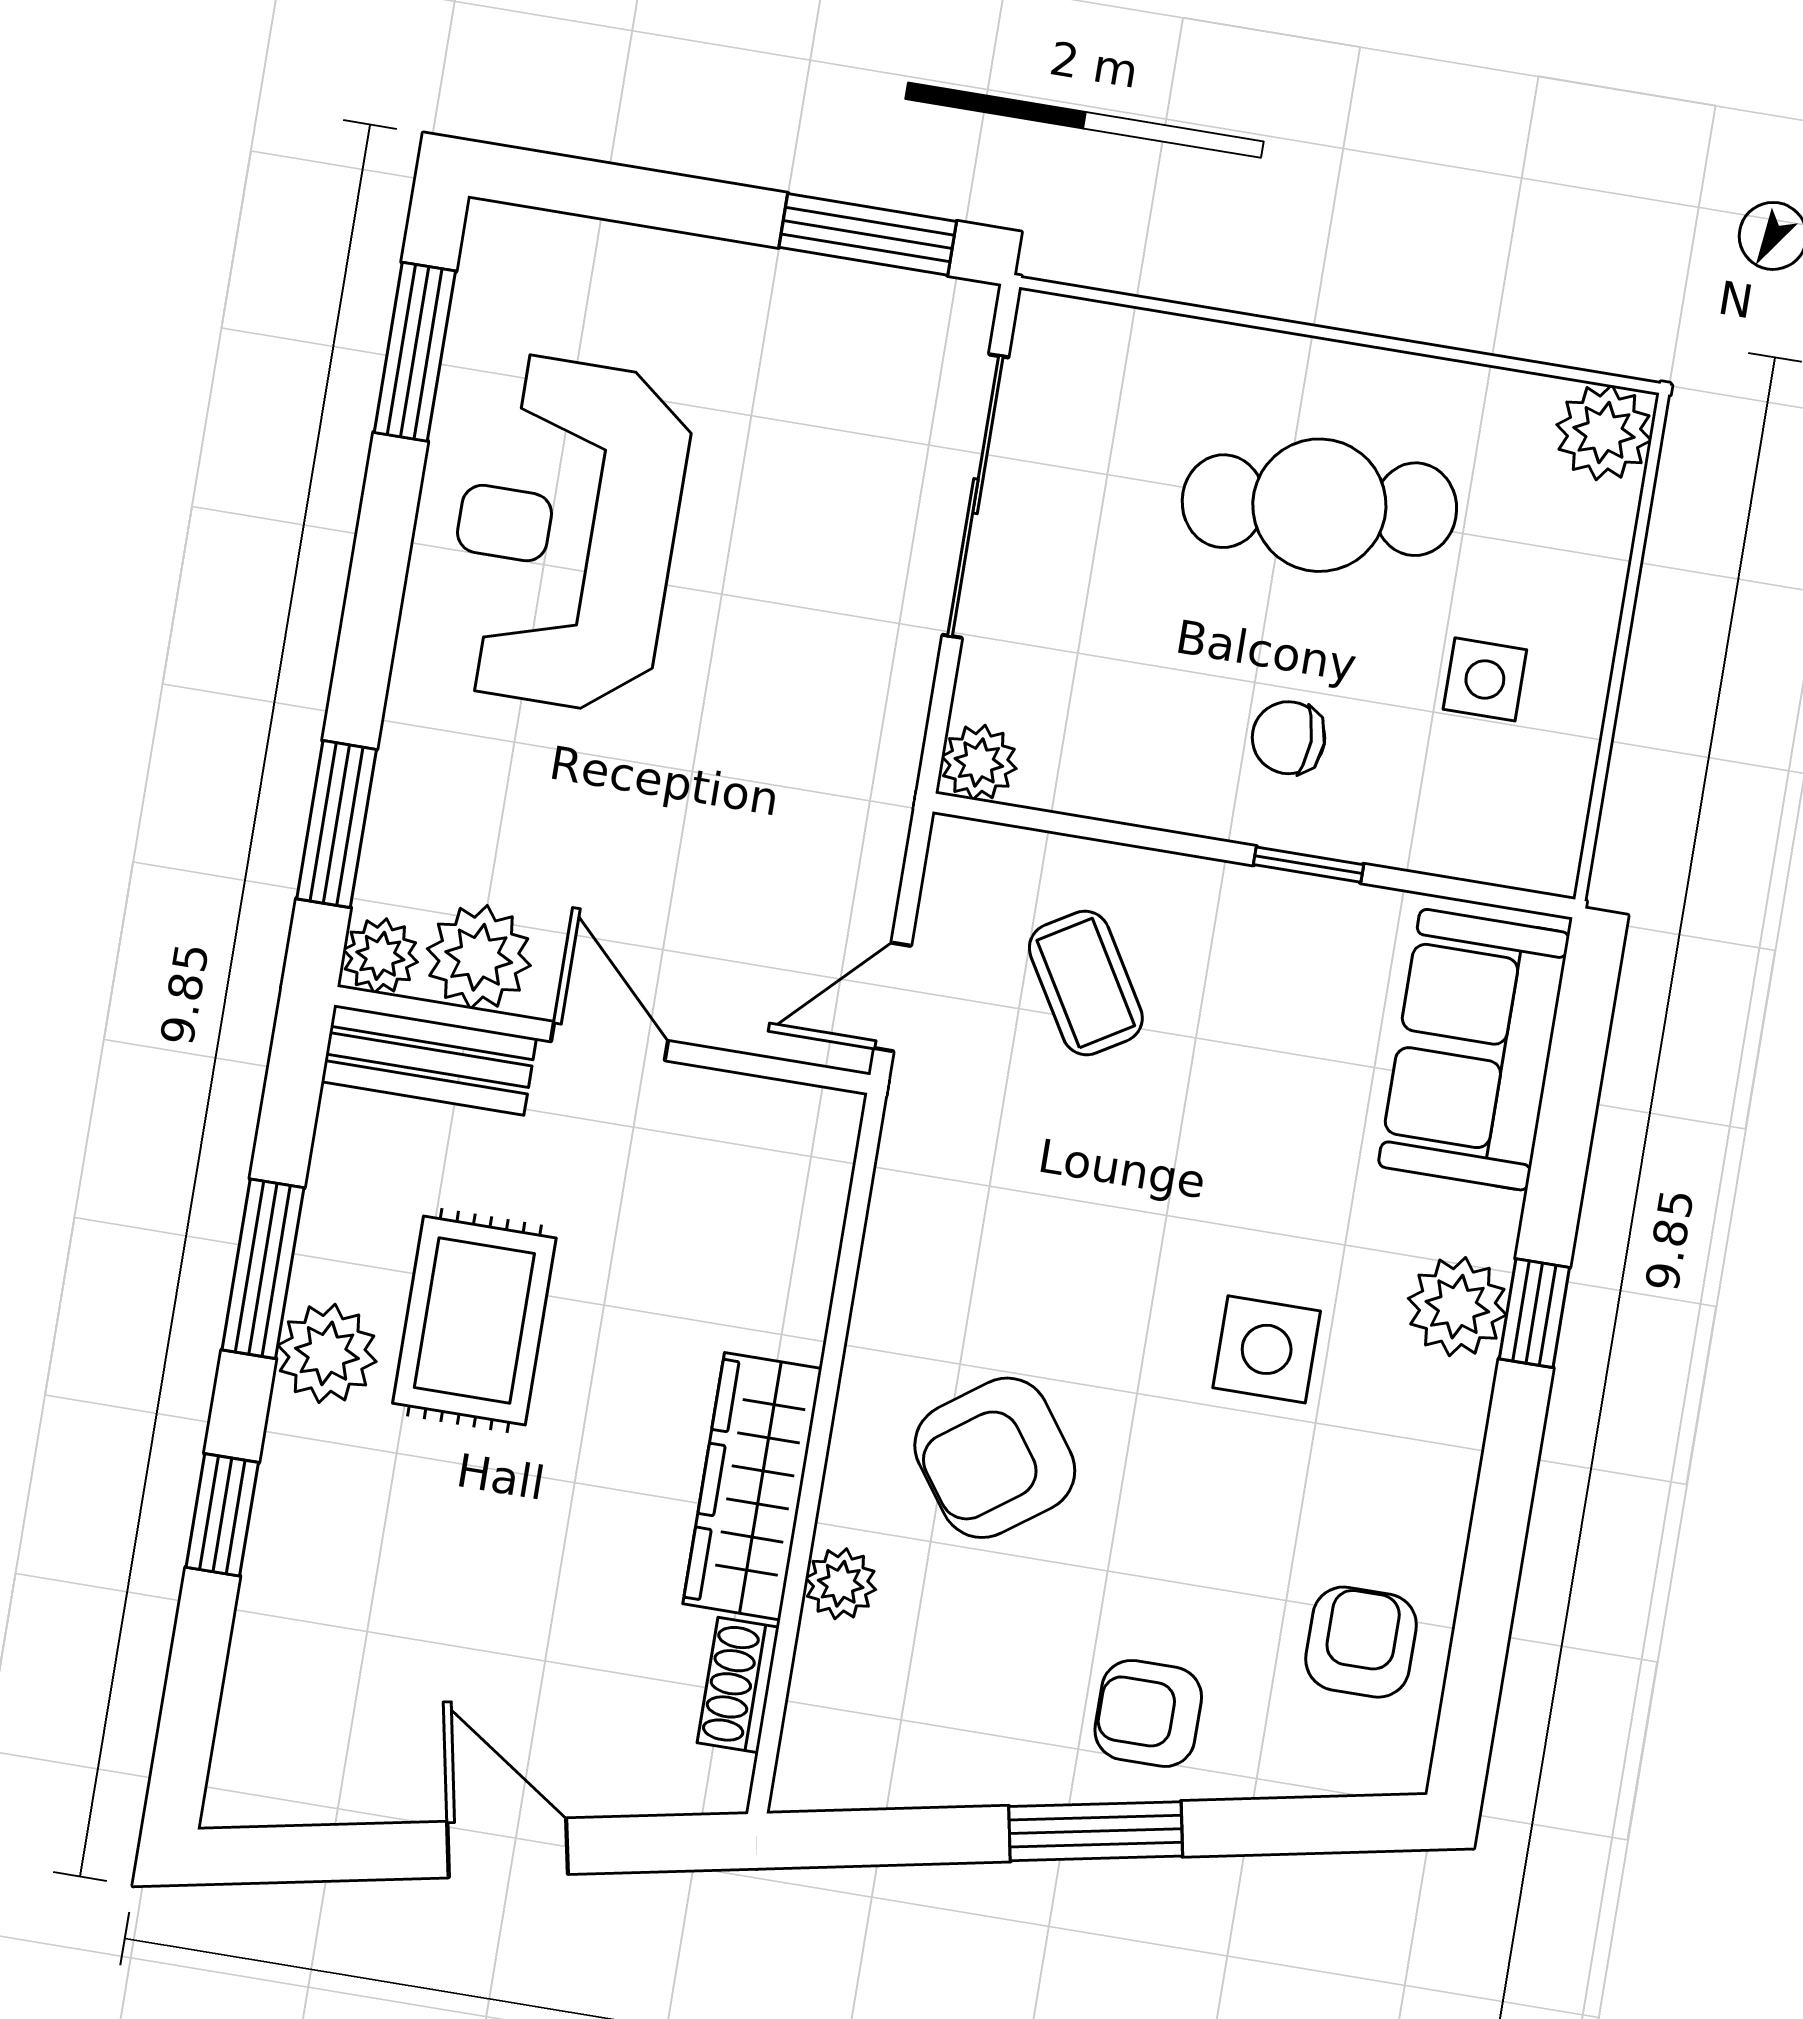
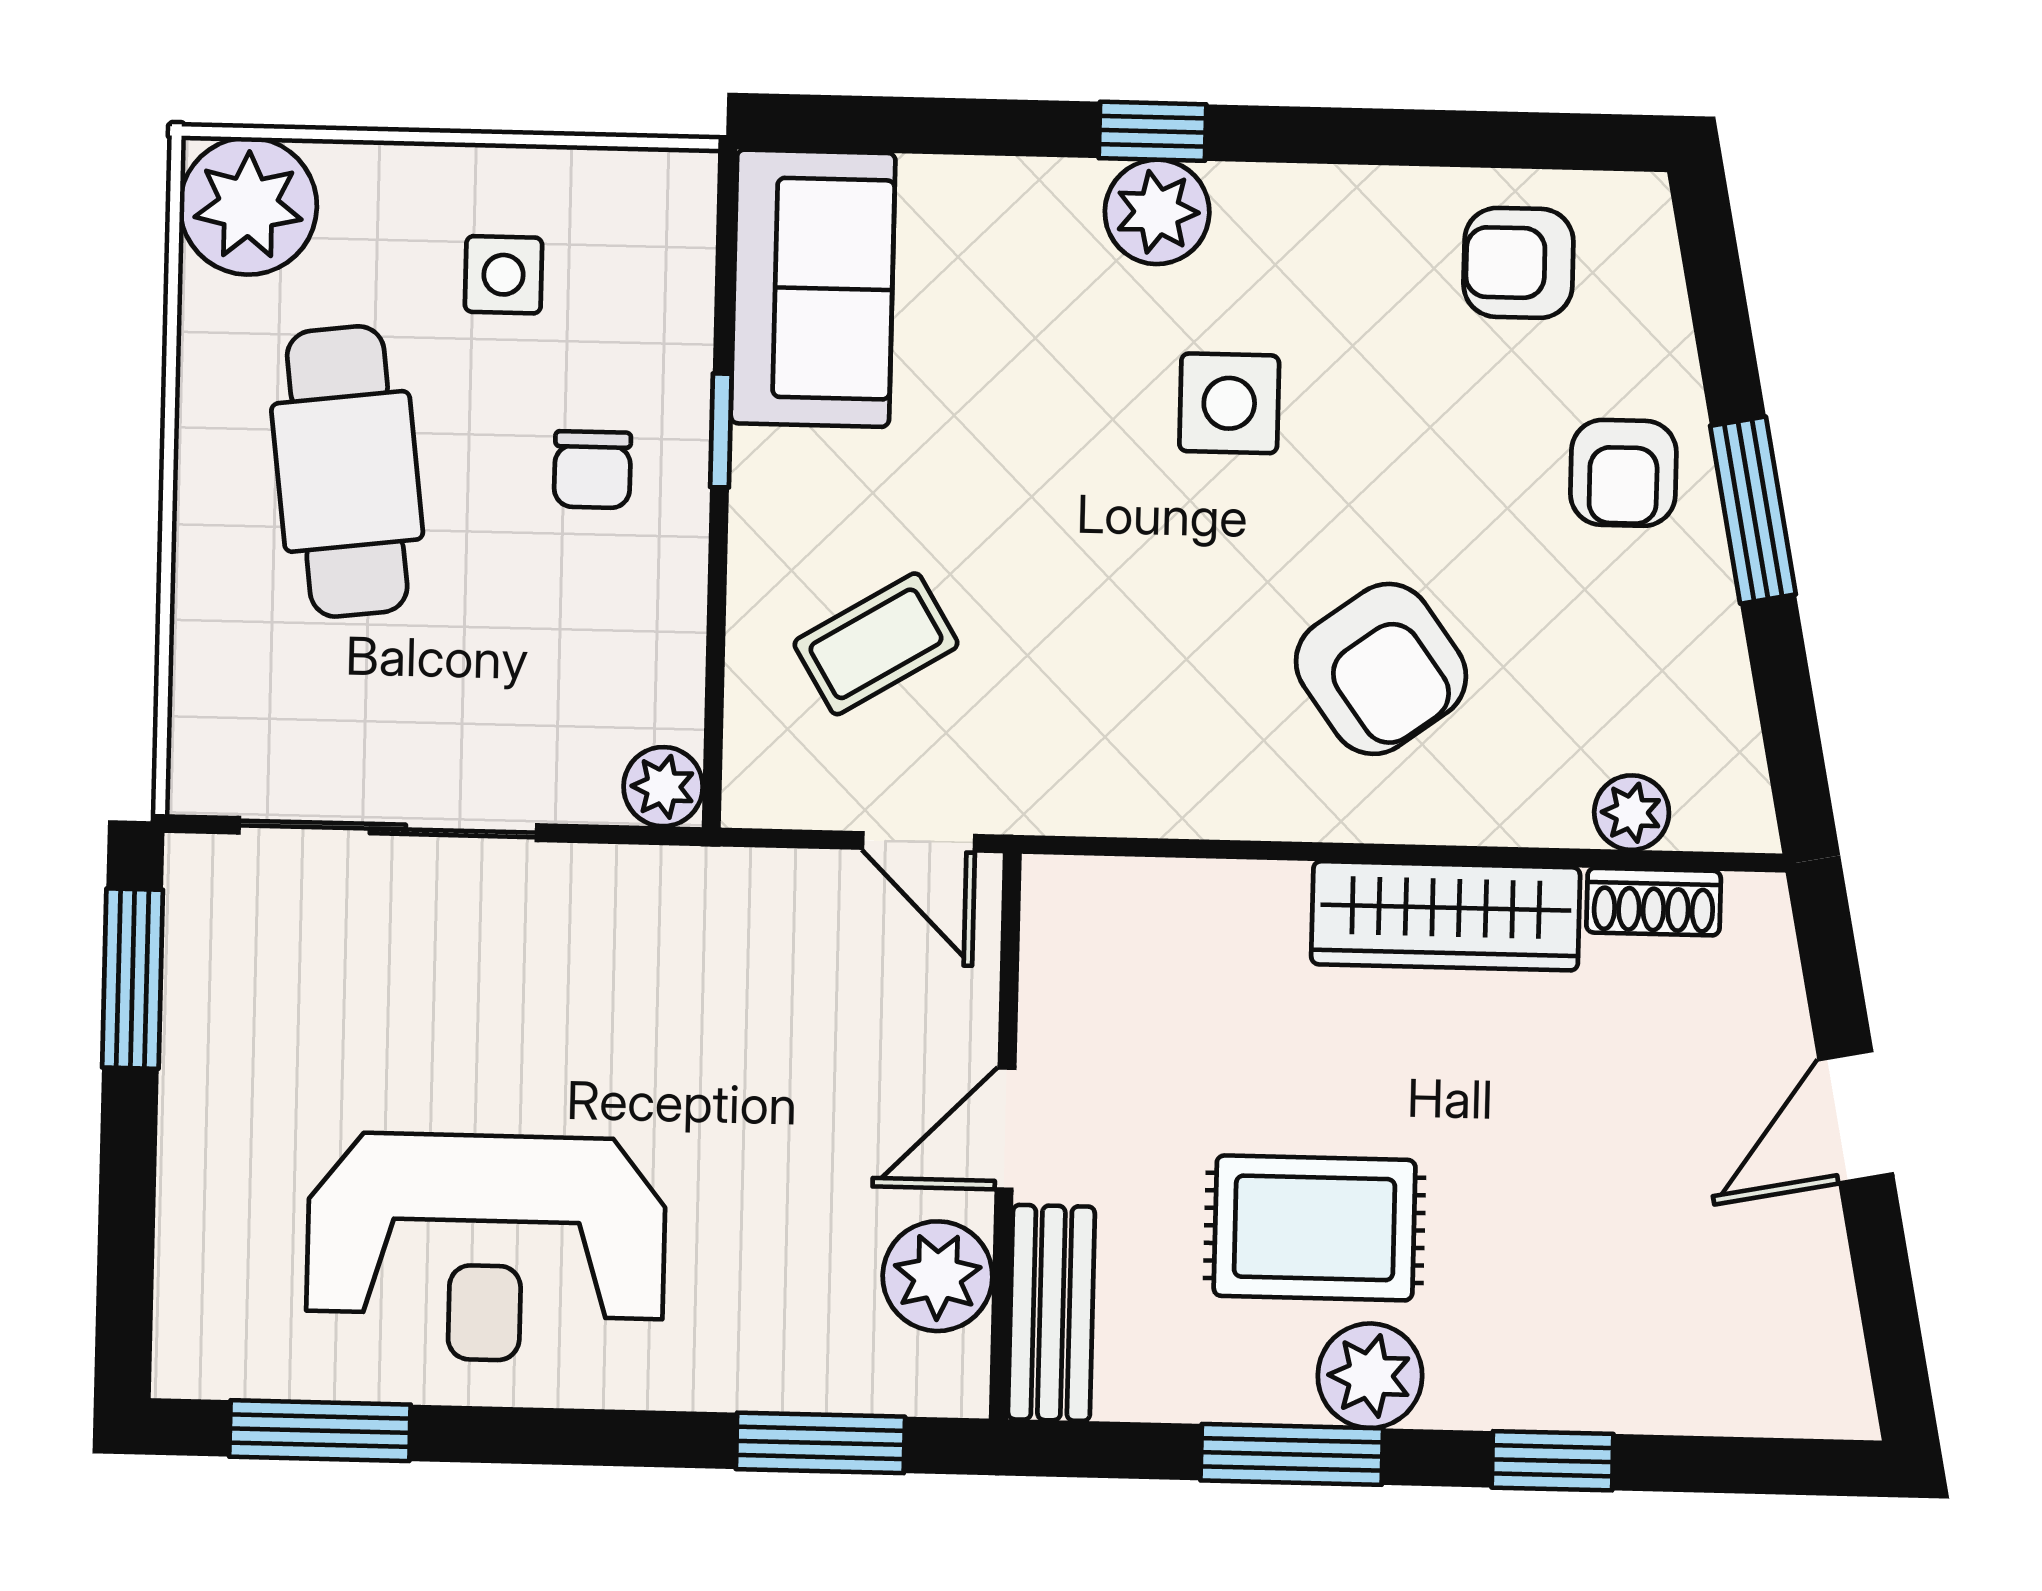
plant: (1604, 432) -> (248, 206), width x1.36, depth x1.36
plant: (380, 956) -> (951, 1378), removed
sofa: (1474, 1050) -> (813, 288), moved, turned -90
plant: (841, 1584) -> (1632, 813), moved

